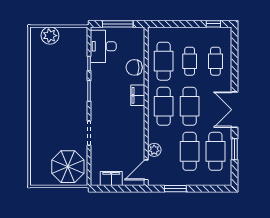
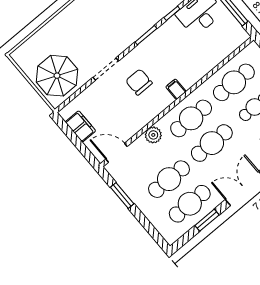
chair: (134, 67) -> (139, 82), moved
filing cabinet: (138, 95) -> (176, 89), width x0.50
plant: (154, 150) -> (153, 135), moved

